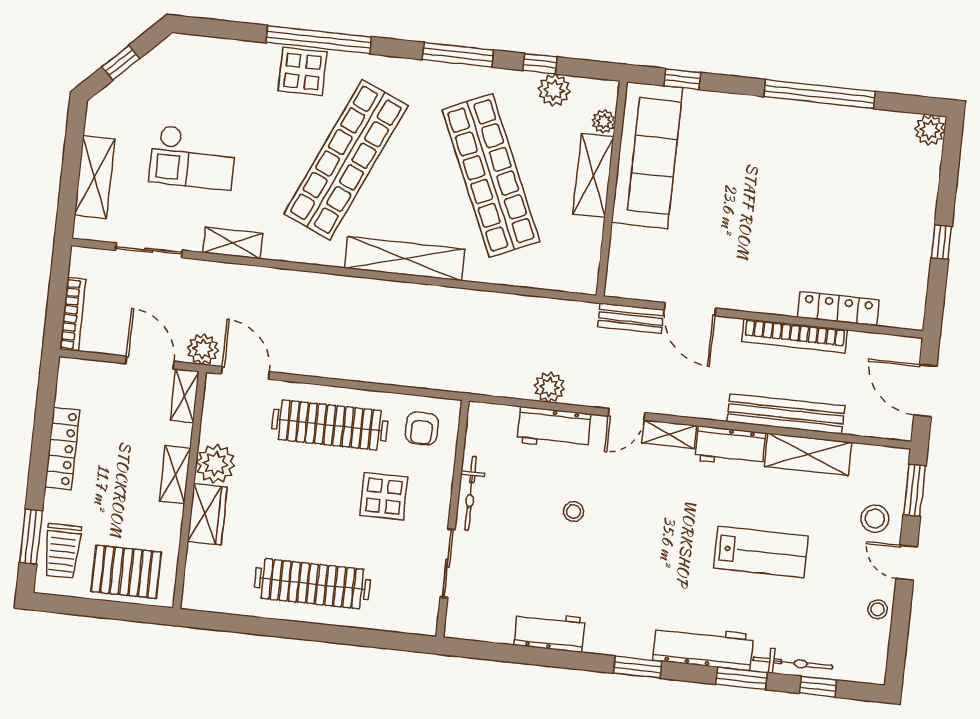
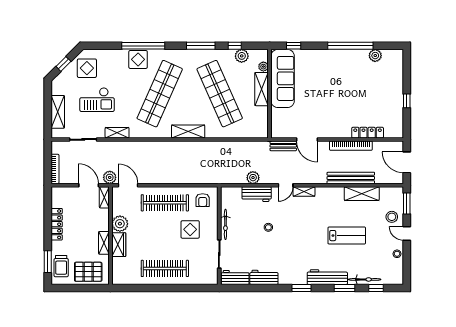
display table: (176, 79) -> (87, 68), added
plant: (930, 130) -> (375, 56), moved
shelving: (405, 259) -> (188, 131), width x0.68
workbench: (730, 446) -> (235, 277), moved, turned 180
shelving: (175, 475) -> (104, 243), moved

